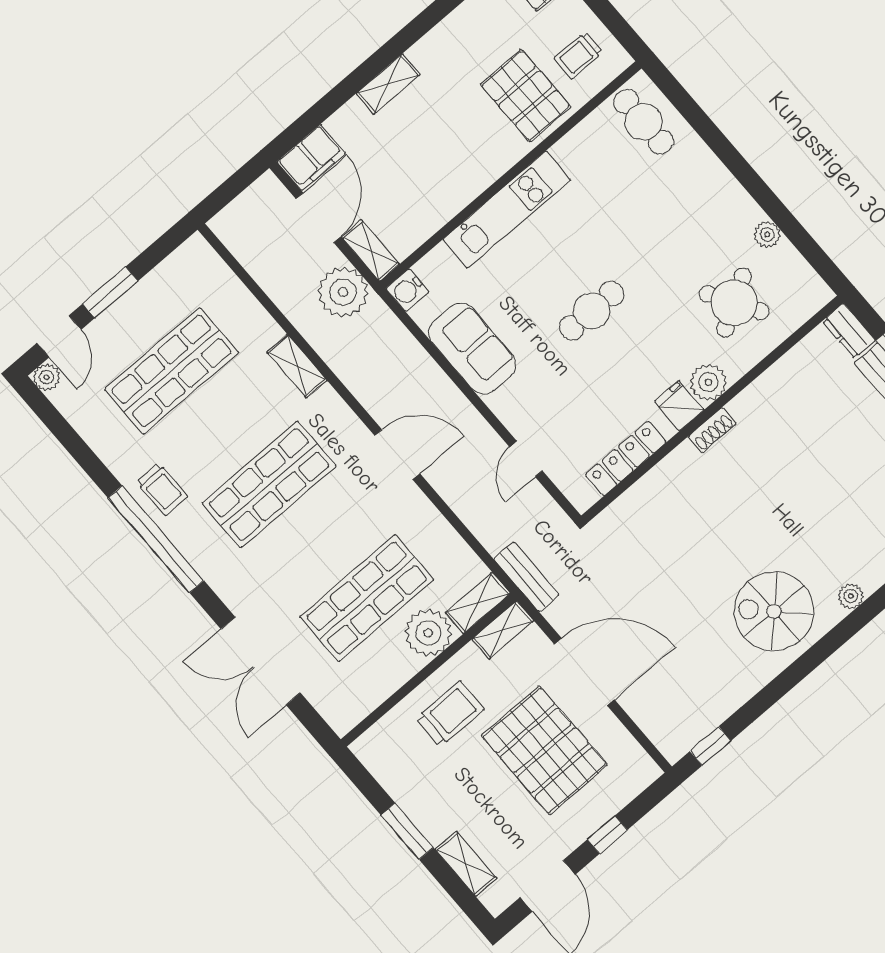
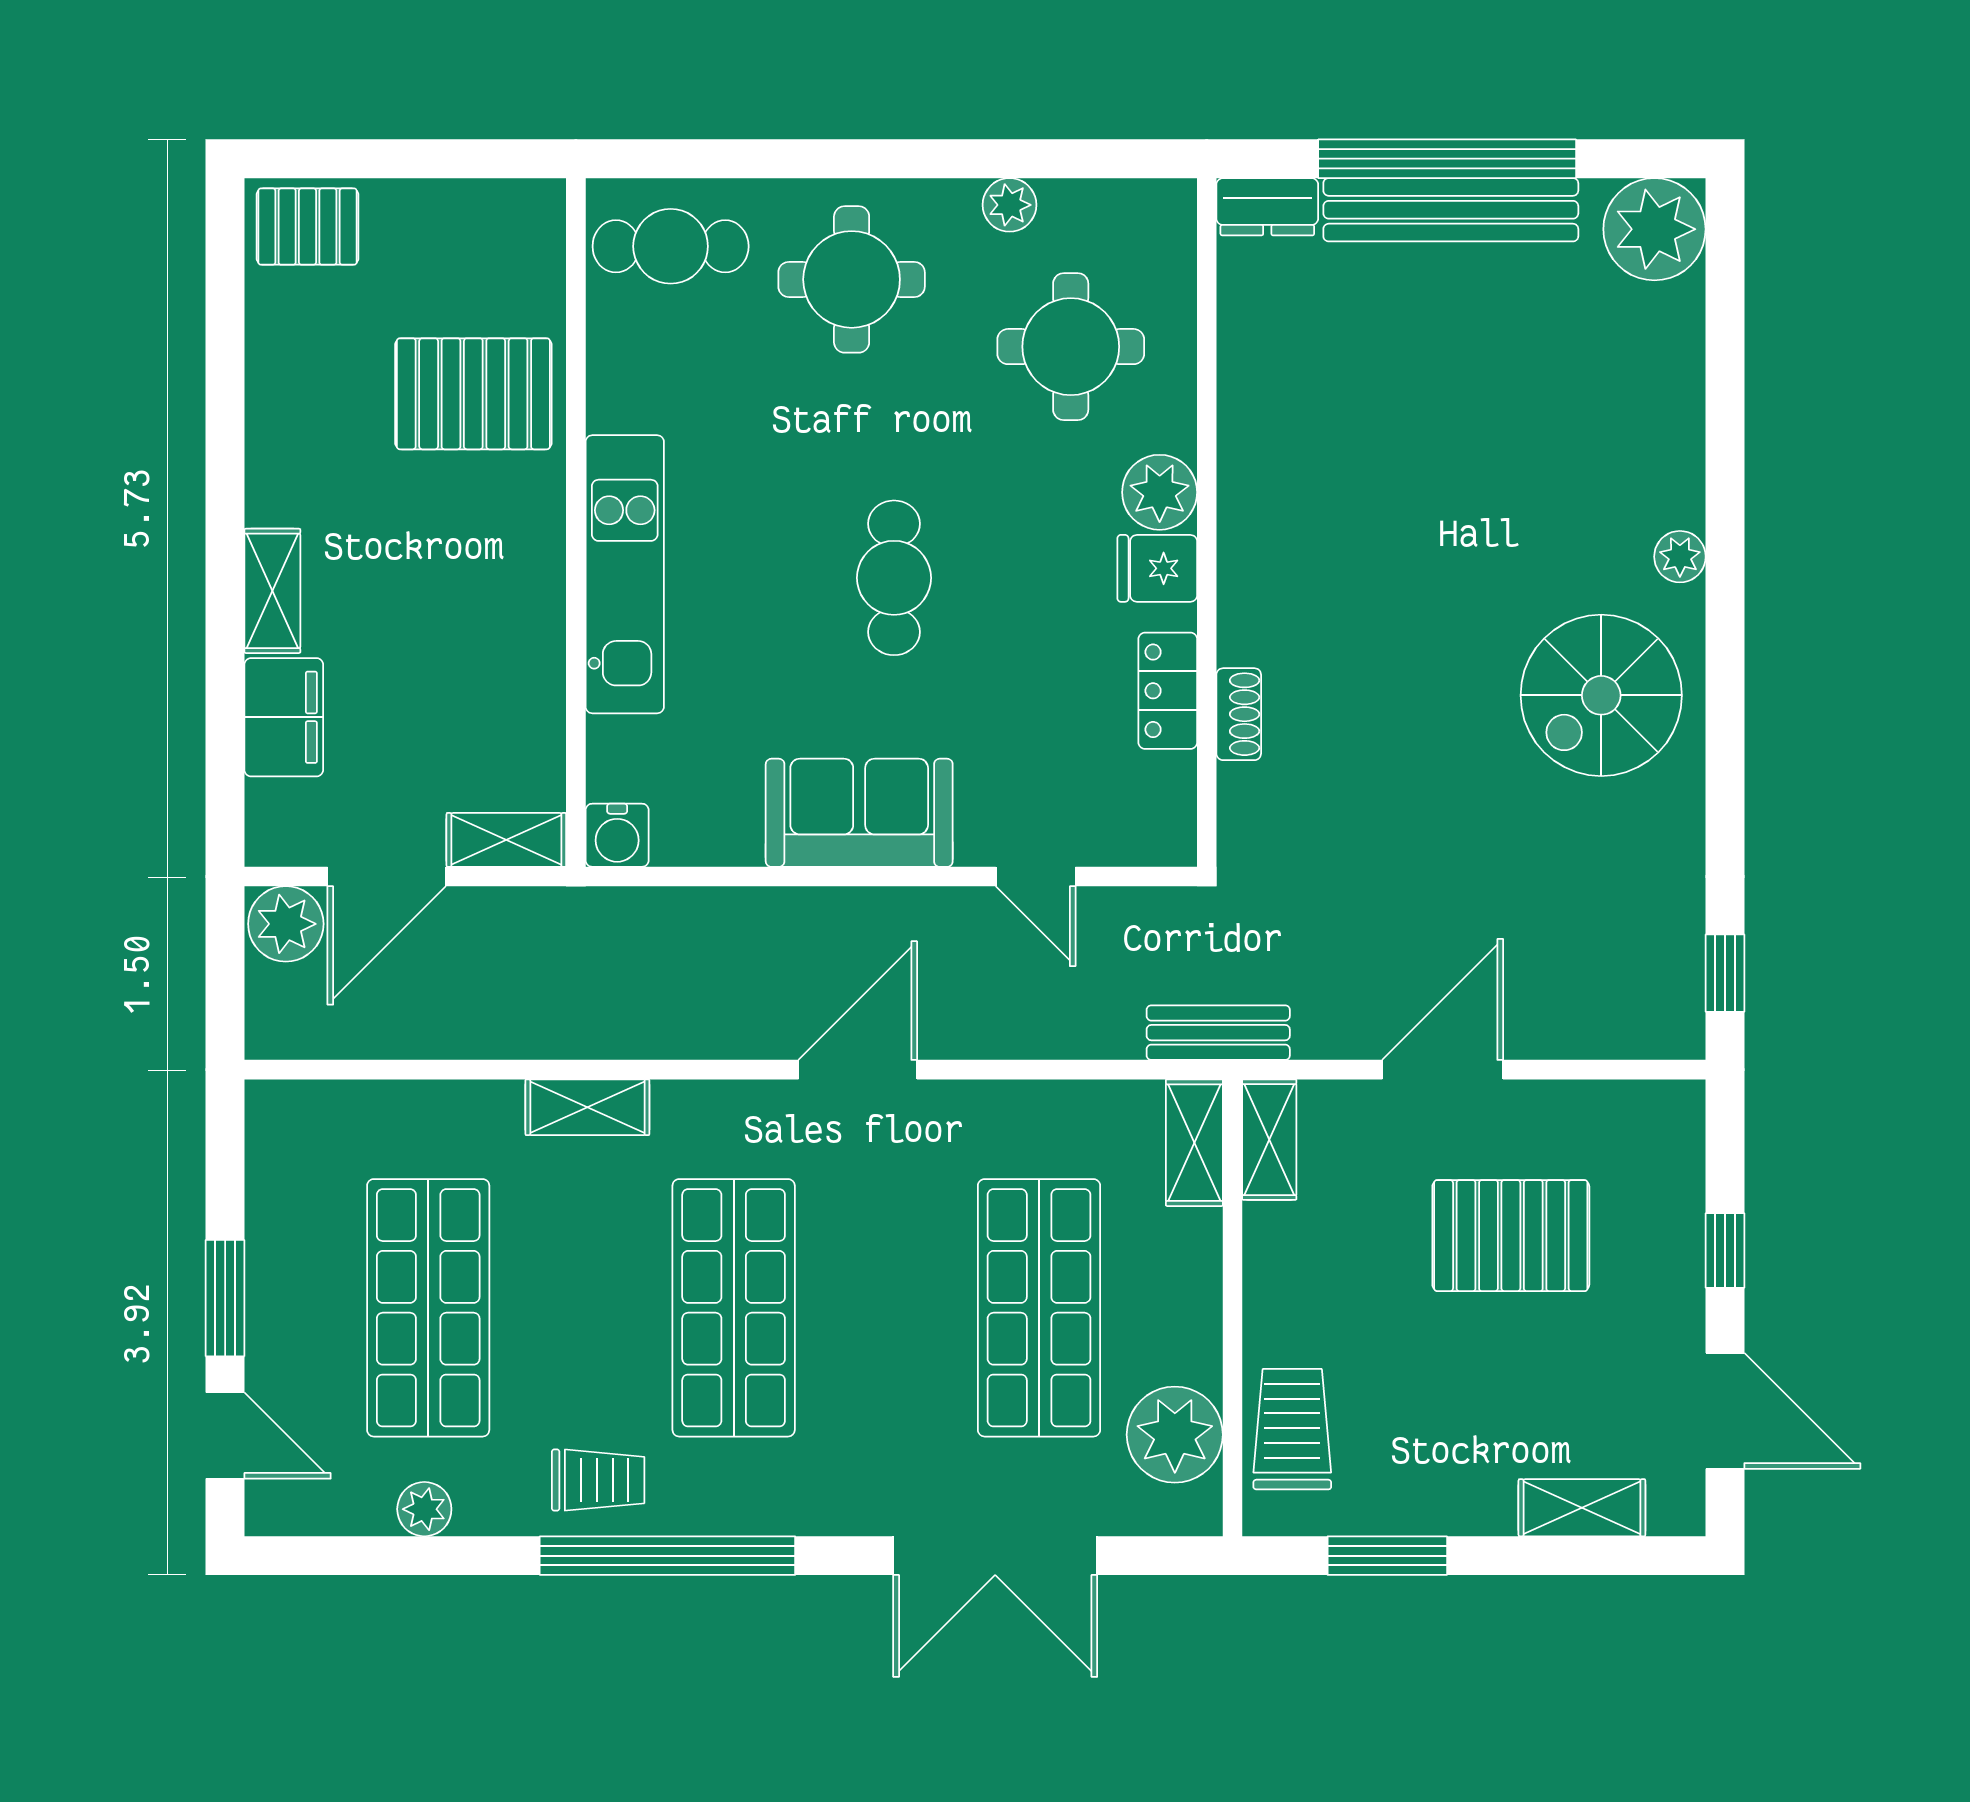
trolley: (578, 55) -> (481, 258), removed
filing cabinet: (311, 157) -> (284, 717), moved
round table: (689, 200) -> (852, 279), added
door: (318, 218) -> (387, 876), swing flipped
plant: (343, 292) -> (286, 924), moved, width x0.73, depth x0.73
round table: (734, 303) -> (1071, 347), turned 31
sofa: (472, 348) -> (859, 813), moved
plant: (47, 377) -> (424, 1509), moved
shoe rack: (712, 430) -> (1239, 714), moved
locker: (626, 458) -> (1168, 691), width x0.66
plant: (428, 633) -> (1175, 1435), moved
door: (584, 672) -> (1443, 1070), width x0.73
trolley: (450, 714) -> (1292, 1429), moved
pallet: (544, 750) -> (1511, 1236), width x0.73, depth x0.71
window: (407, 831) -> (1387, 1556), moved

